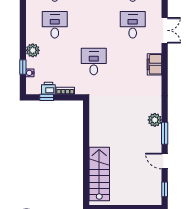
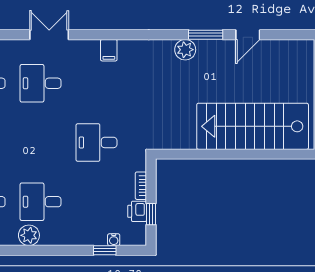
plant: (33, 50) -> (29, 235), moved
filing cabinet: (154, 64) -> (109, 50), width x0.50
stairs: (99, 174) -> (253, 126), width x1.36, depth x1.51
window: (165, 189) -> (291, 35), removed

